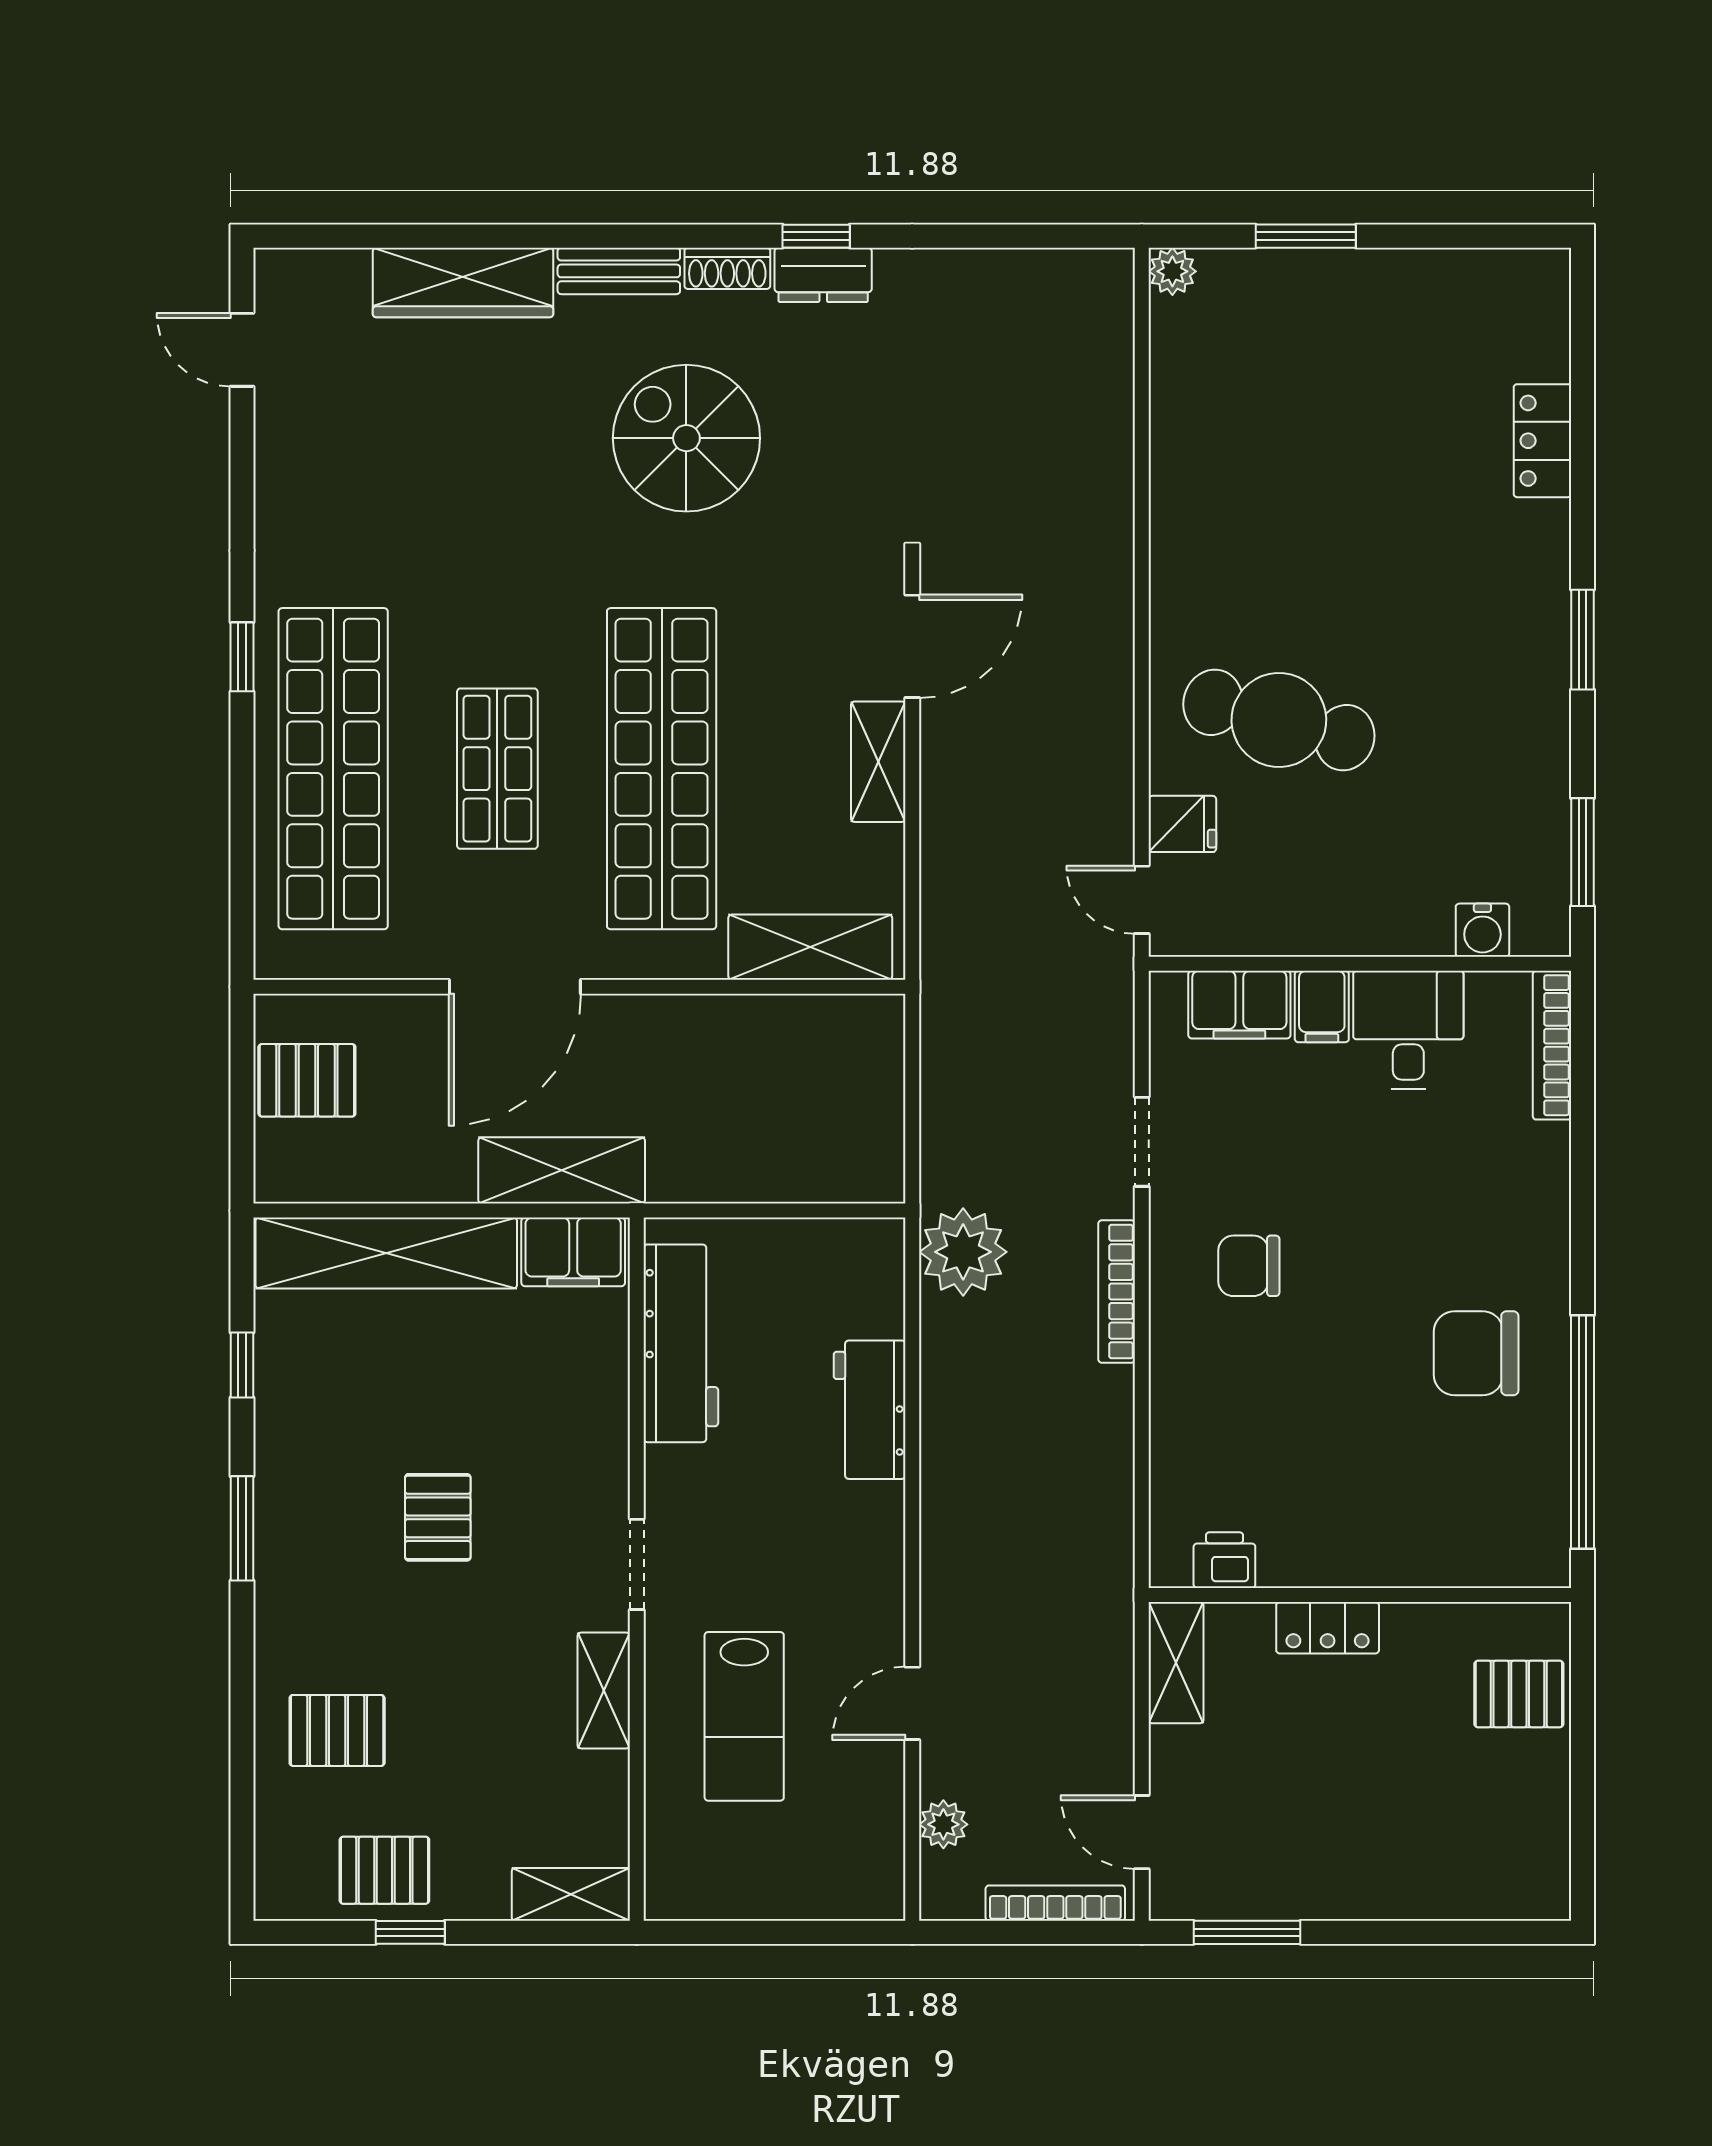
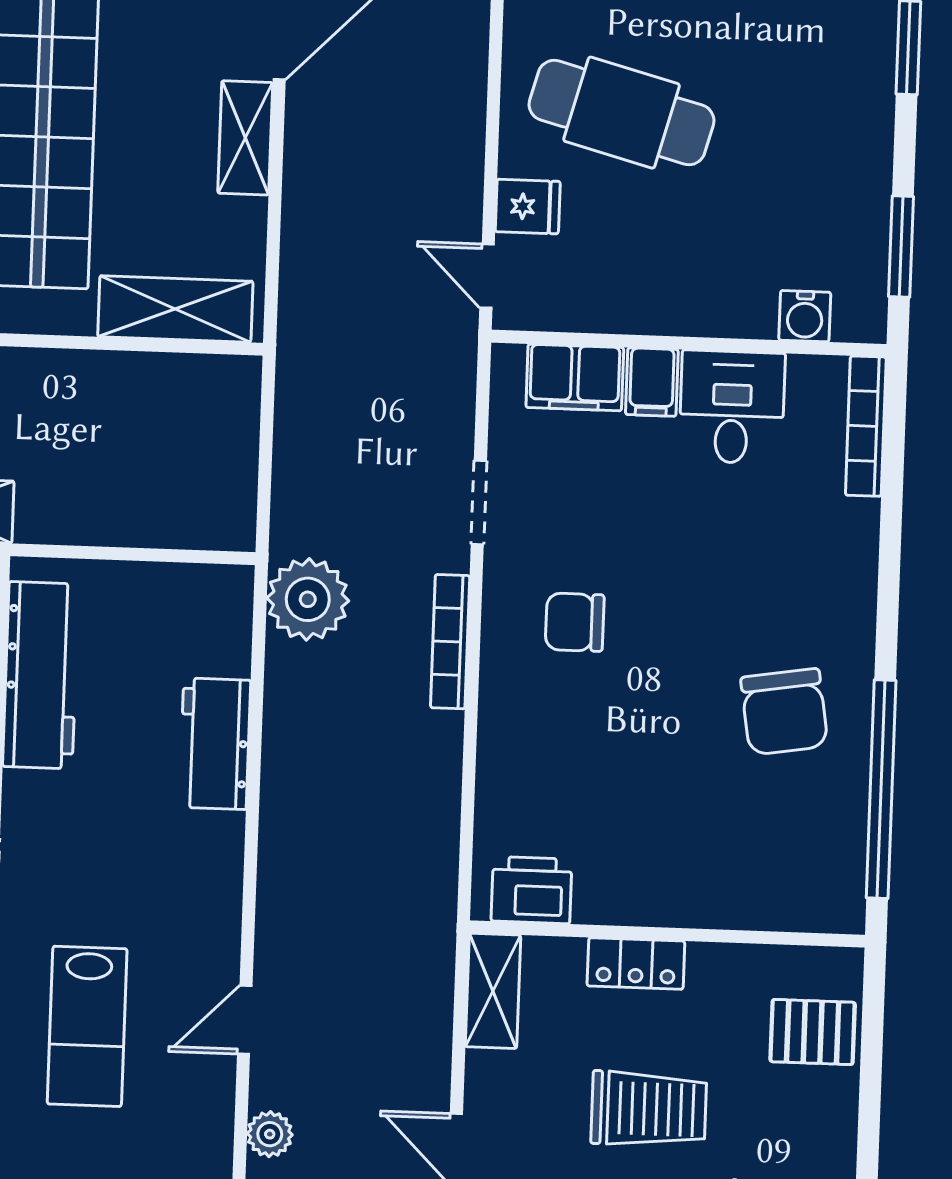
chair: (1476, 1353) -> (784, 712), turned -99
printer: (1224, 1560) -> (532, 890), width x1.36, depth x1.24
trolley: (1347, 1782) -> (649, 1109), added

